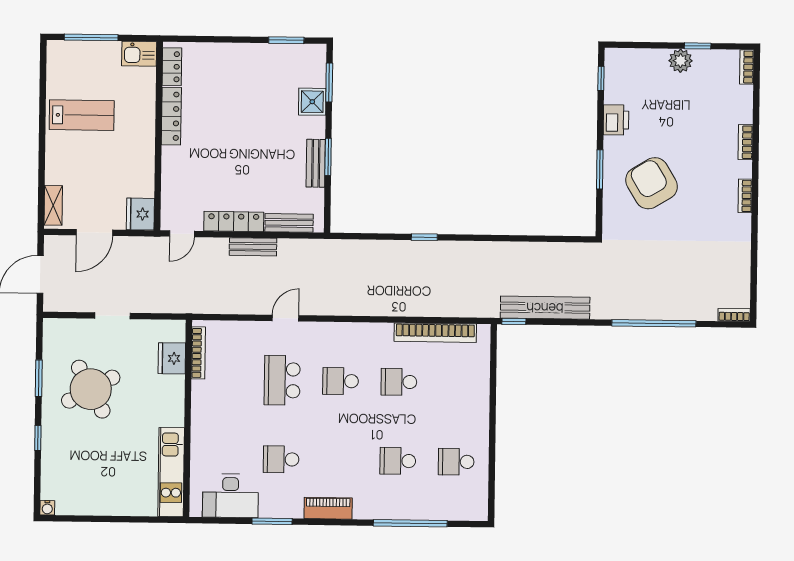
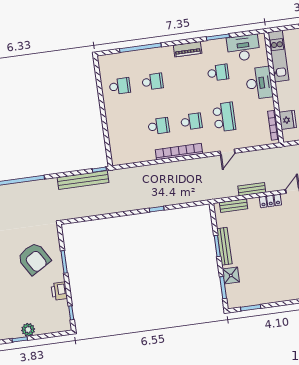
bench: (316, 163) -> (224, 246), width x1.36
locker: (234, 222) -> (270, 201), width x0.66
bookcase: (435, 333) -> (179, 152), moved
desk: (212, 430) -> (259, 83), added

